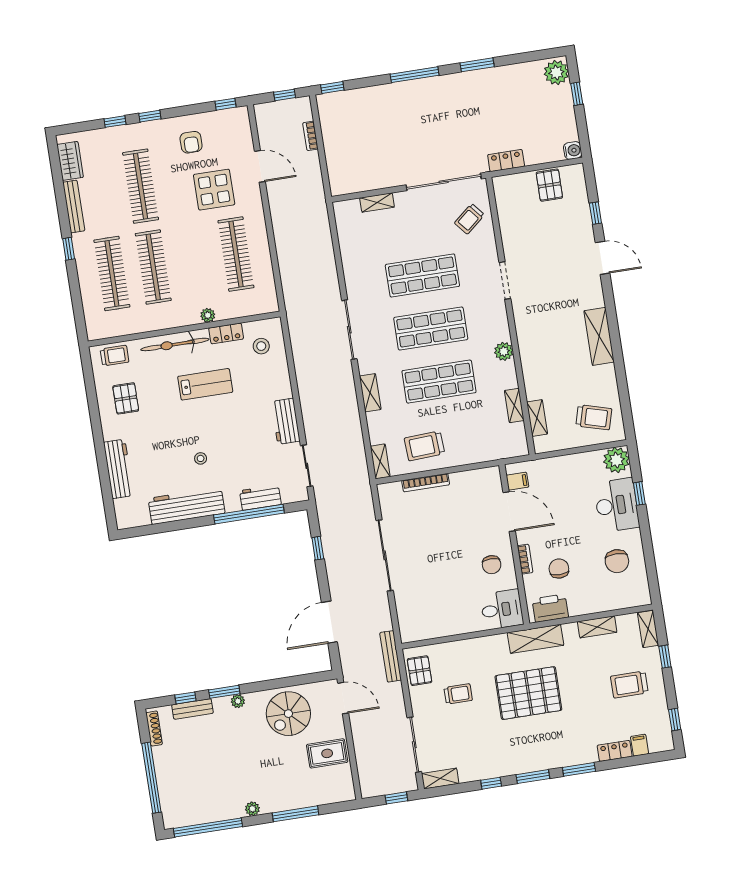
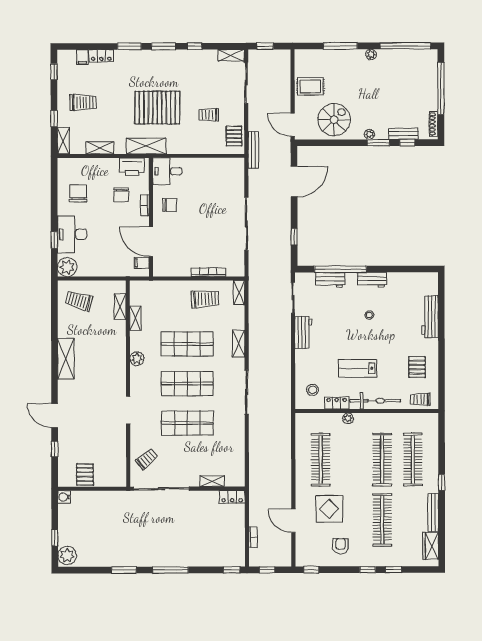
locker: (506, 161) -> (232, 497), moved
workbench: (186, 506) -> (372, 280), width x0.53, depth x0.76
chair: (492, 565) -> (170, 205), turned 90

